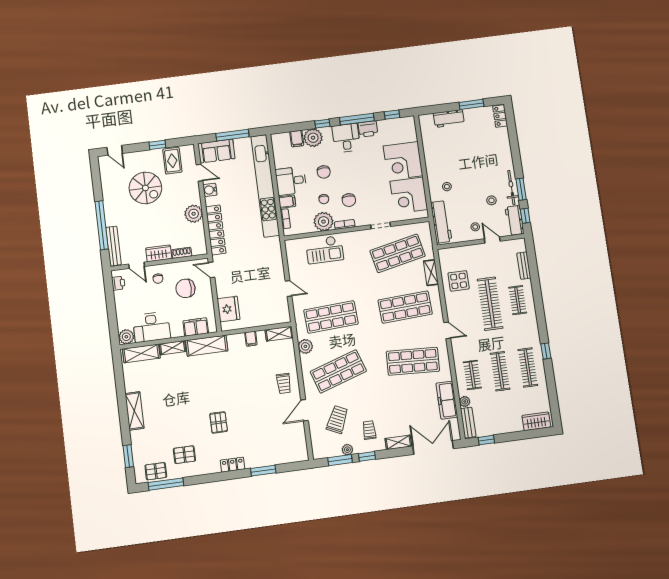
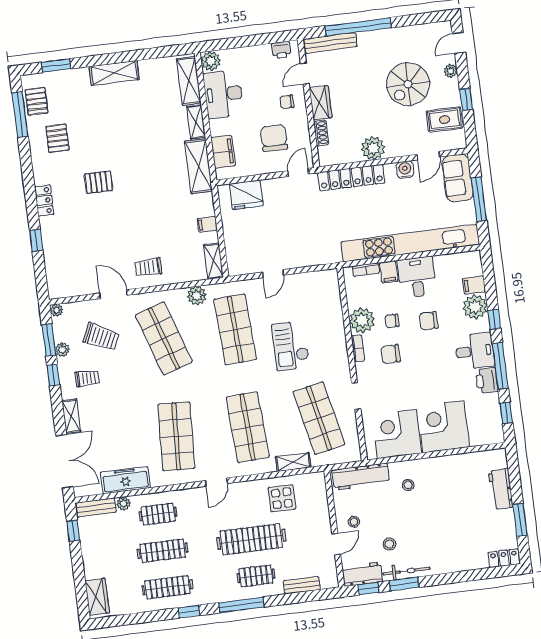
plant: (136, 156) -> (451, 71), added
checkout: (325, 250) -> (291, 346), moved
window: (540, 311) -> (241, 605), added
plant: (317, 454) -> (56, 310), added
window: (263, 471) -> (36, 240), width x0.67

